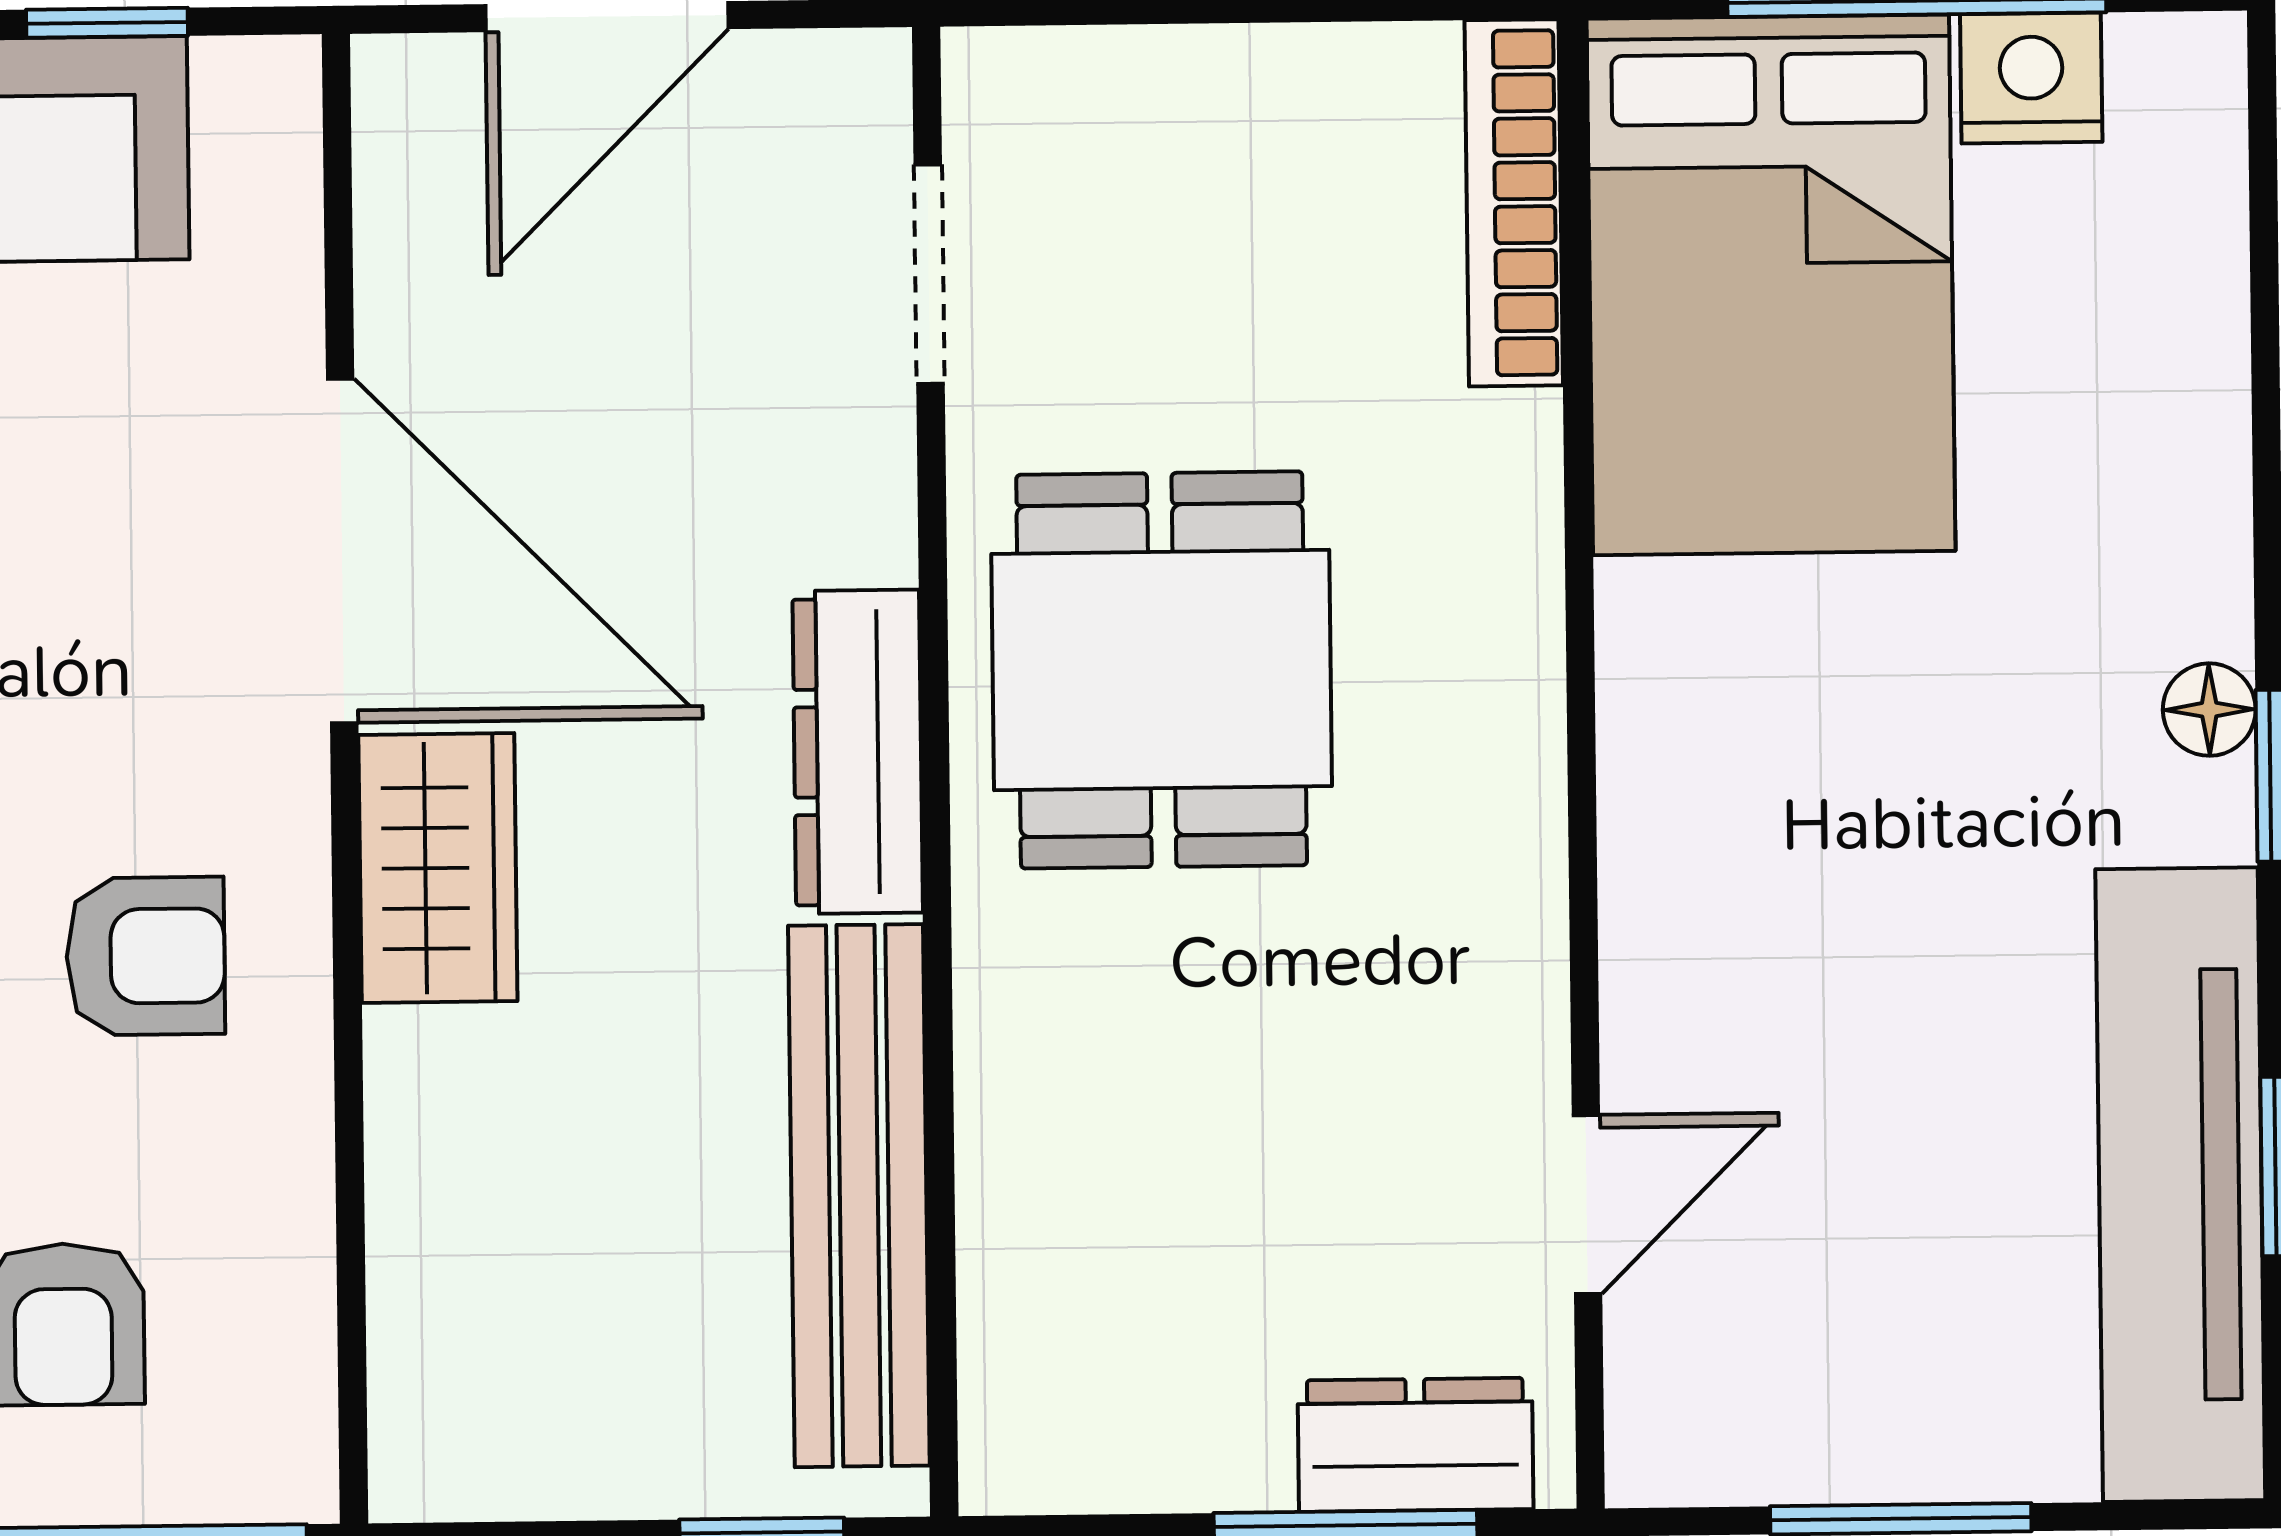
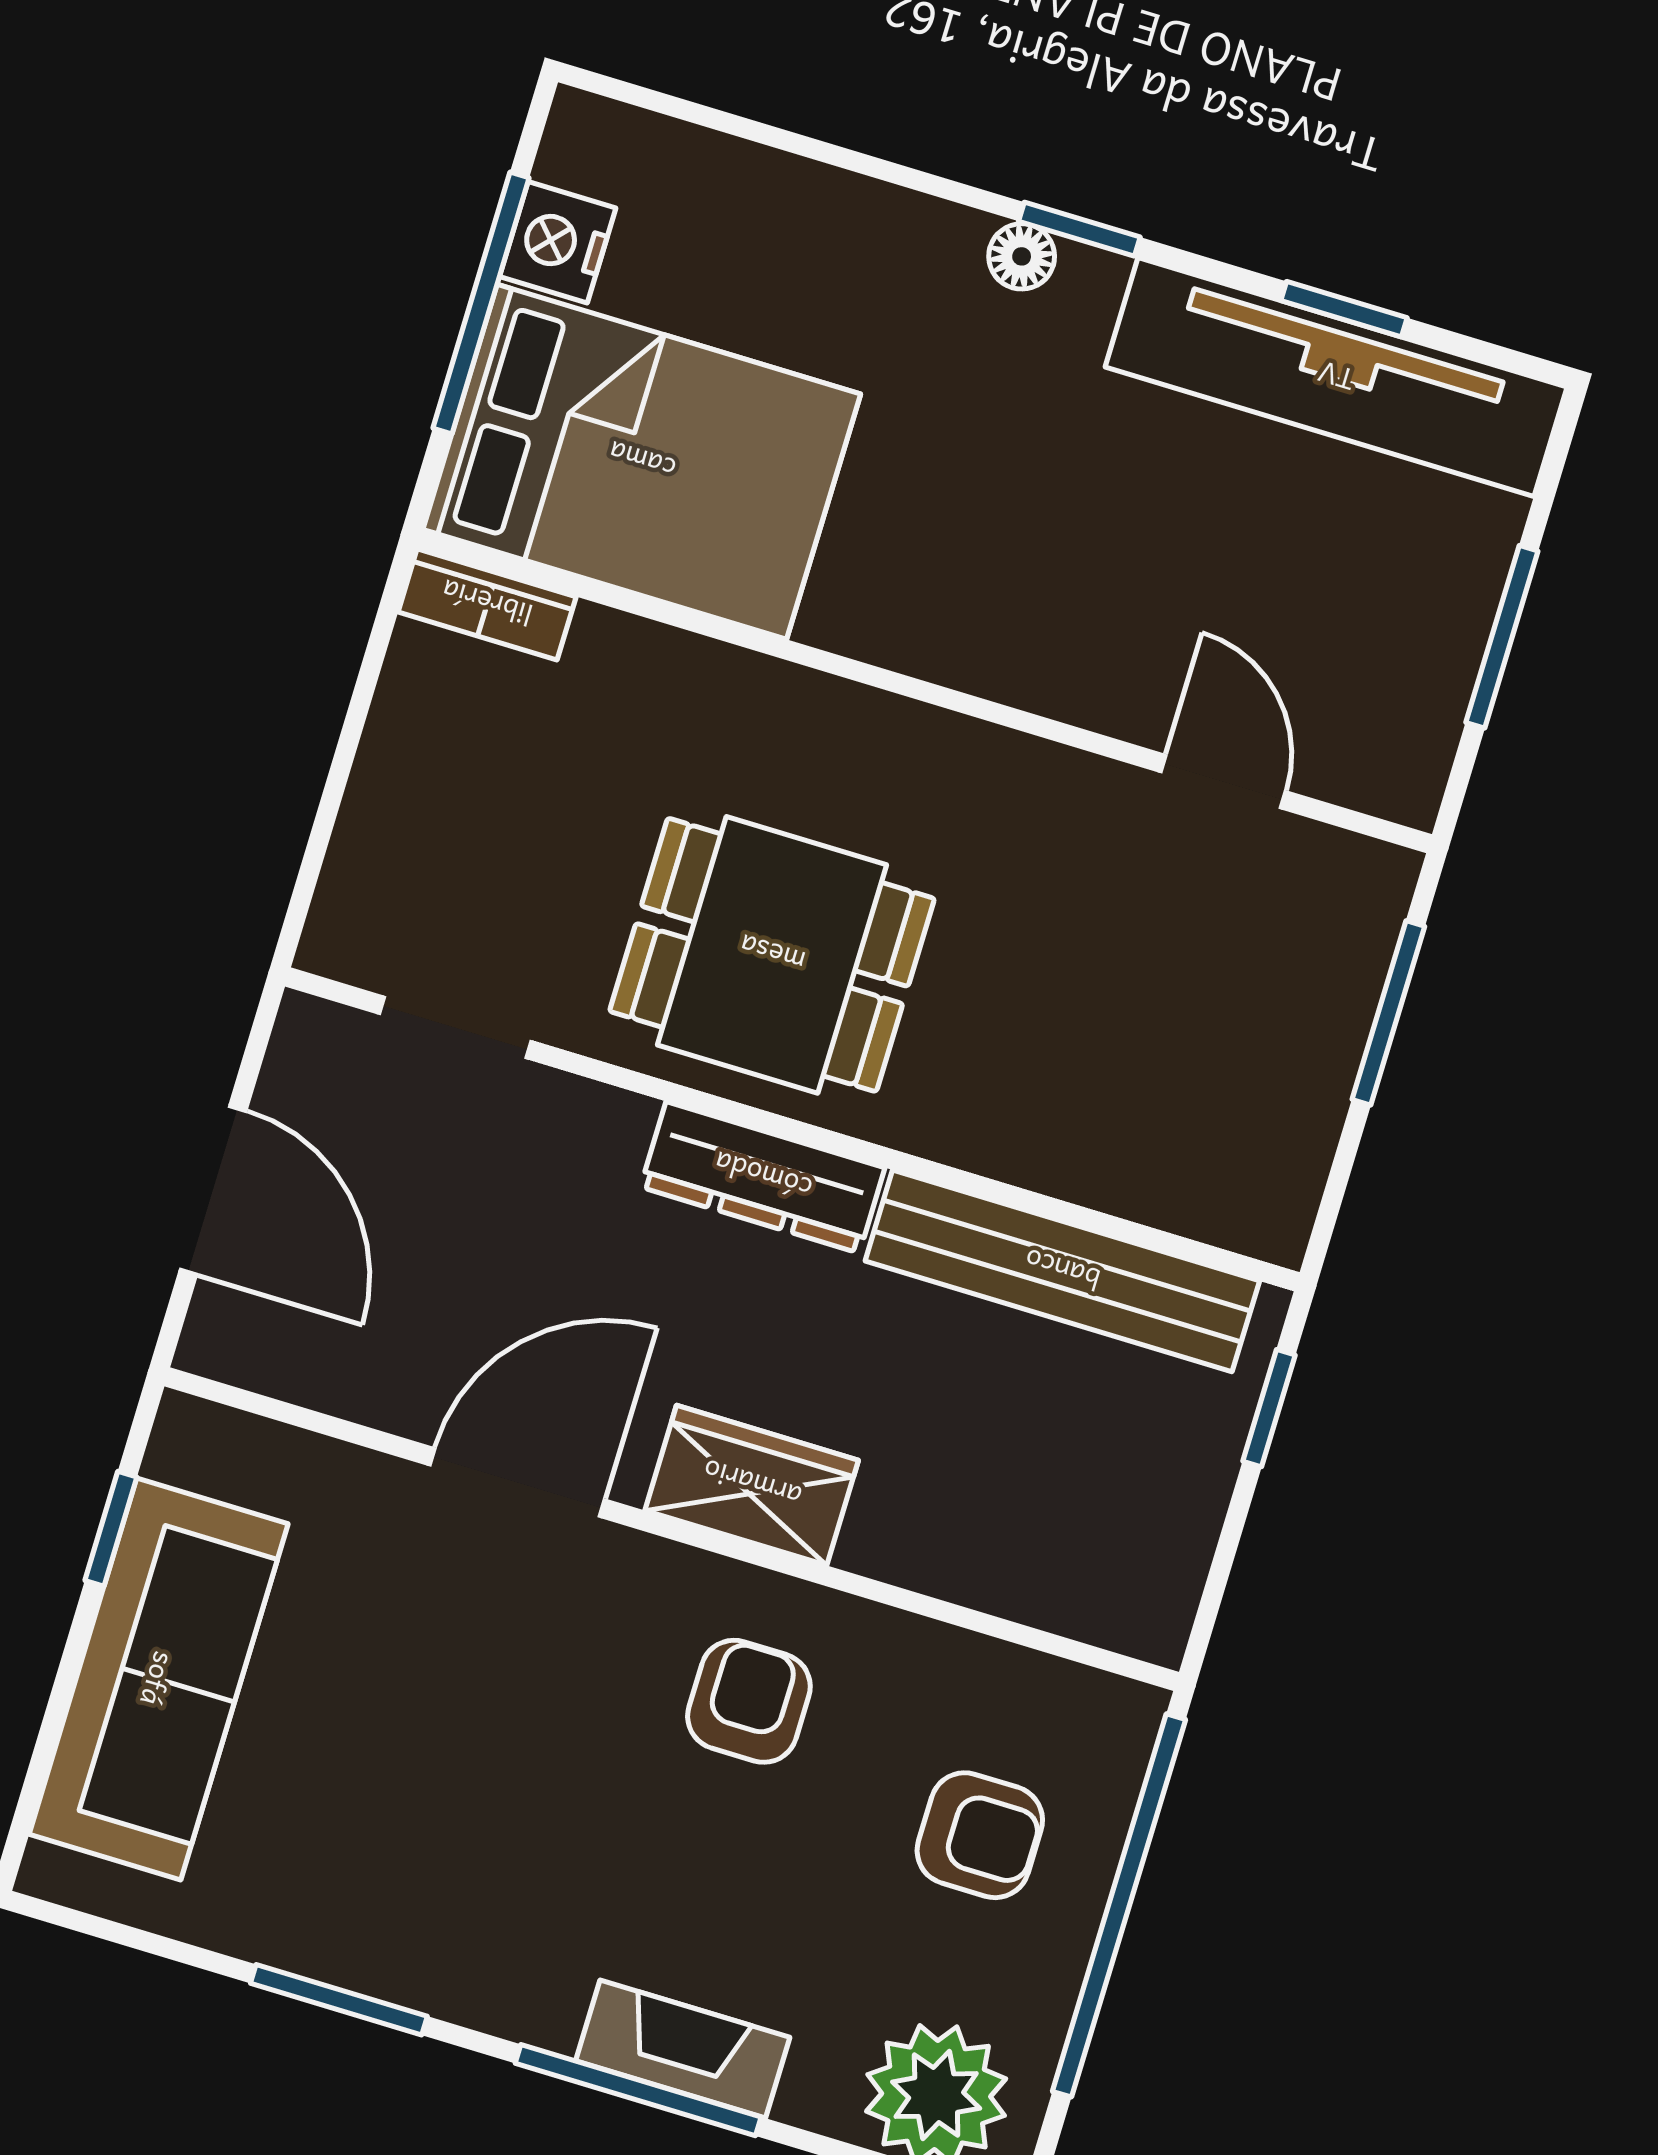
bookcase: (1514, 203) -> (487, 604), width x0.64
door: (342, 551) -> (517, 1482), width x0.73
dresser: (1415, 1445) -> (1349, 948), removed

